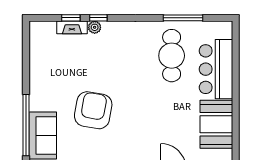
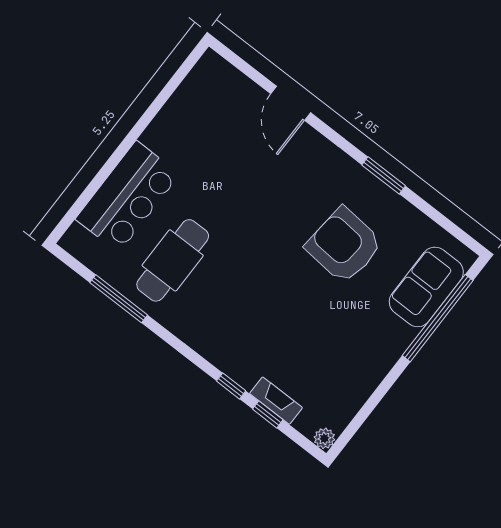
plant: (95, 27) -> (324, 438), moved
armchair: (93, 110) -> (344, 245), moved, turned 85
booth: (216, 124) -> (184, 123), removed

